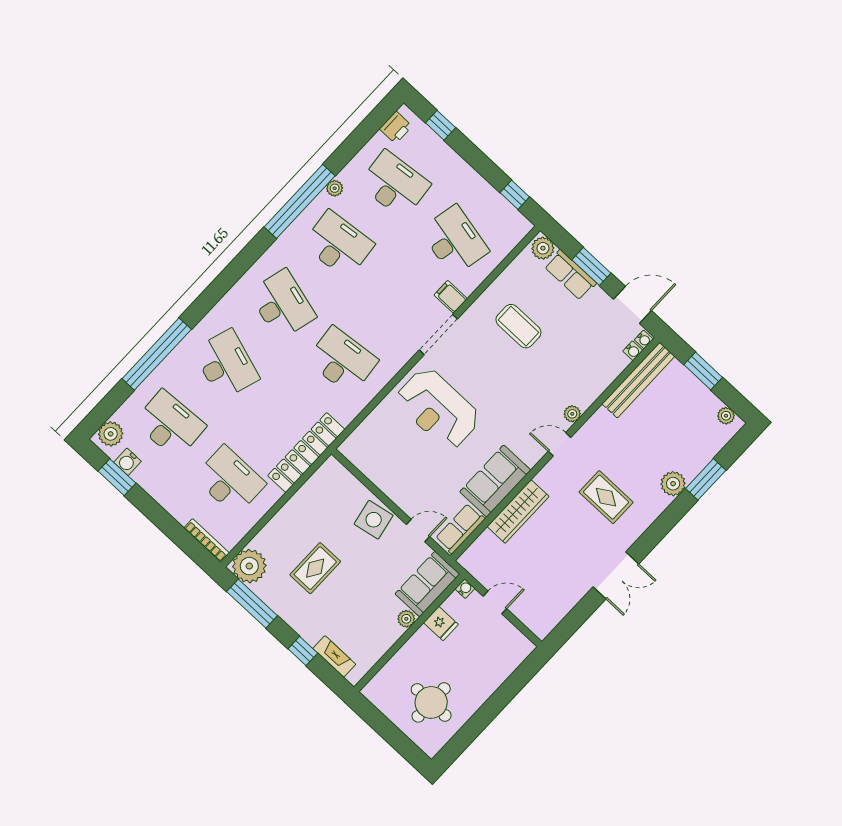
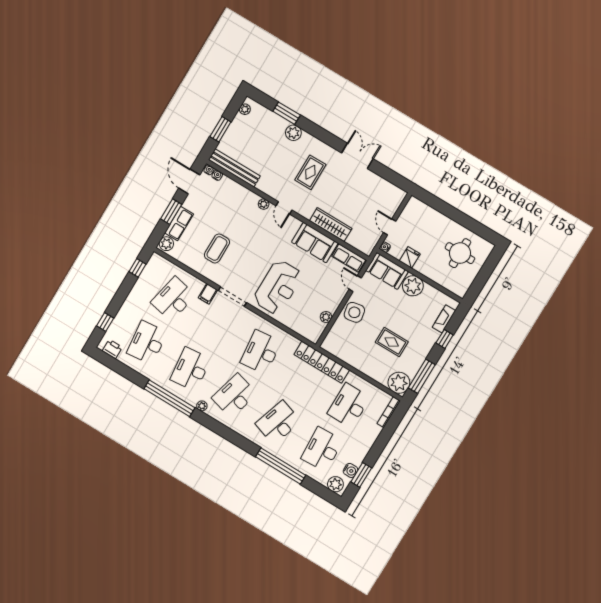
plant: (335, 188) -> (202, 406), moved
plant: (376, 474) -> (326, 317), added
plant: (406, 619) -> (413, 286), width x1.88, depth x1.88

